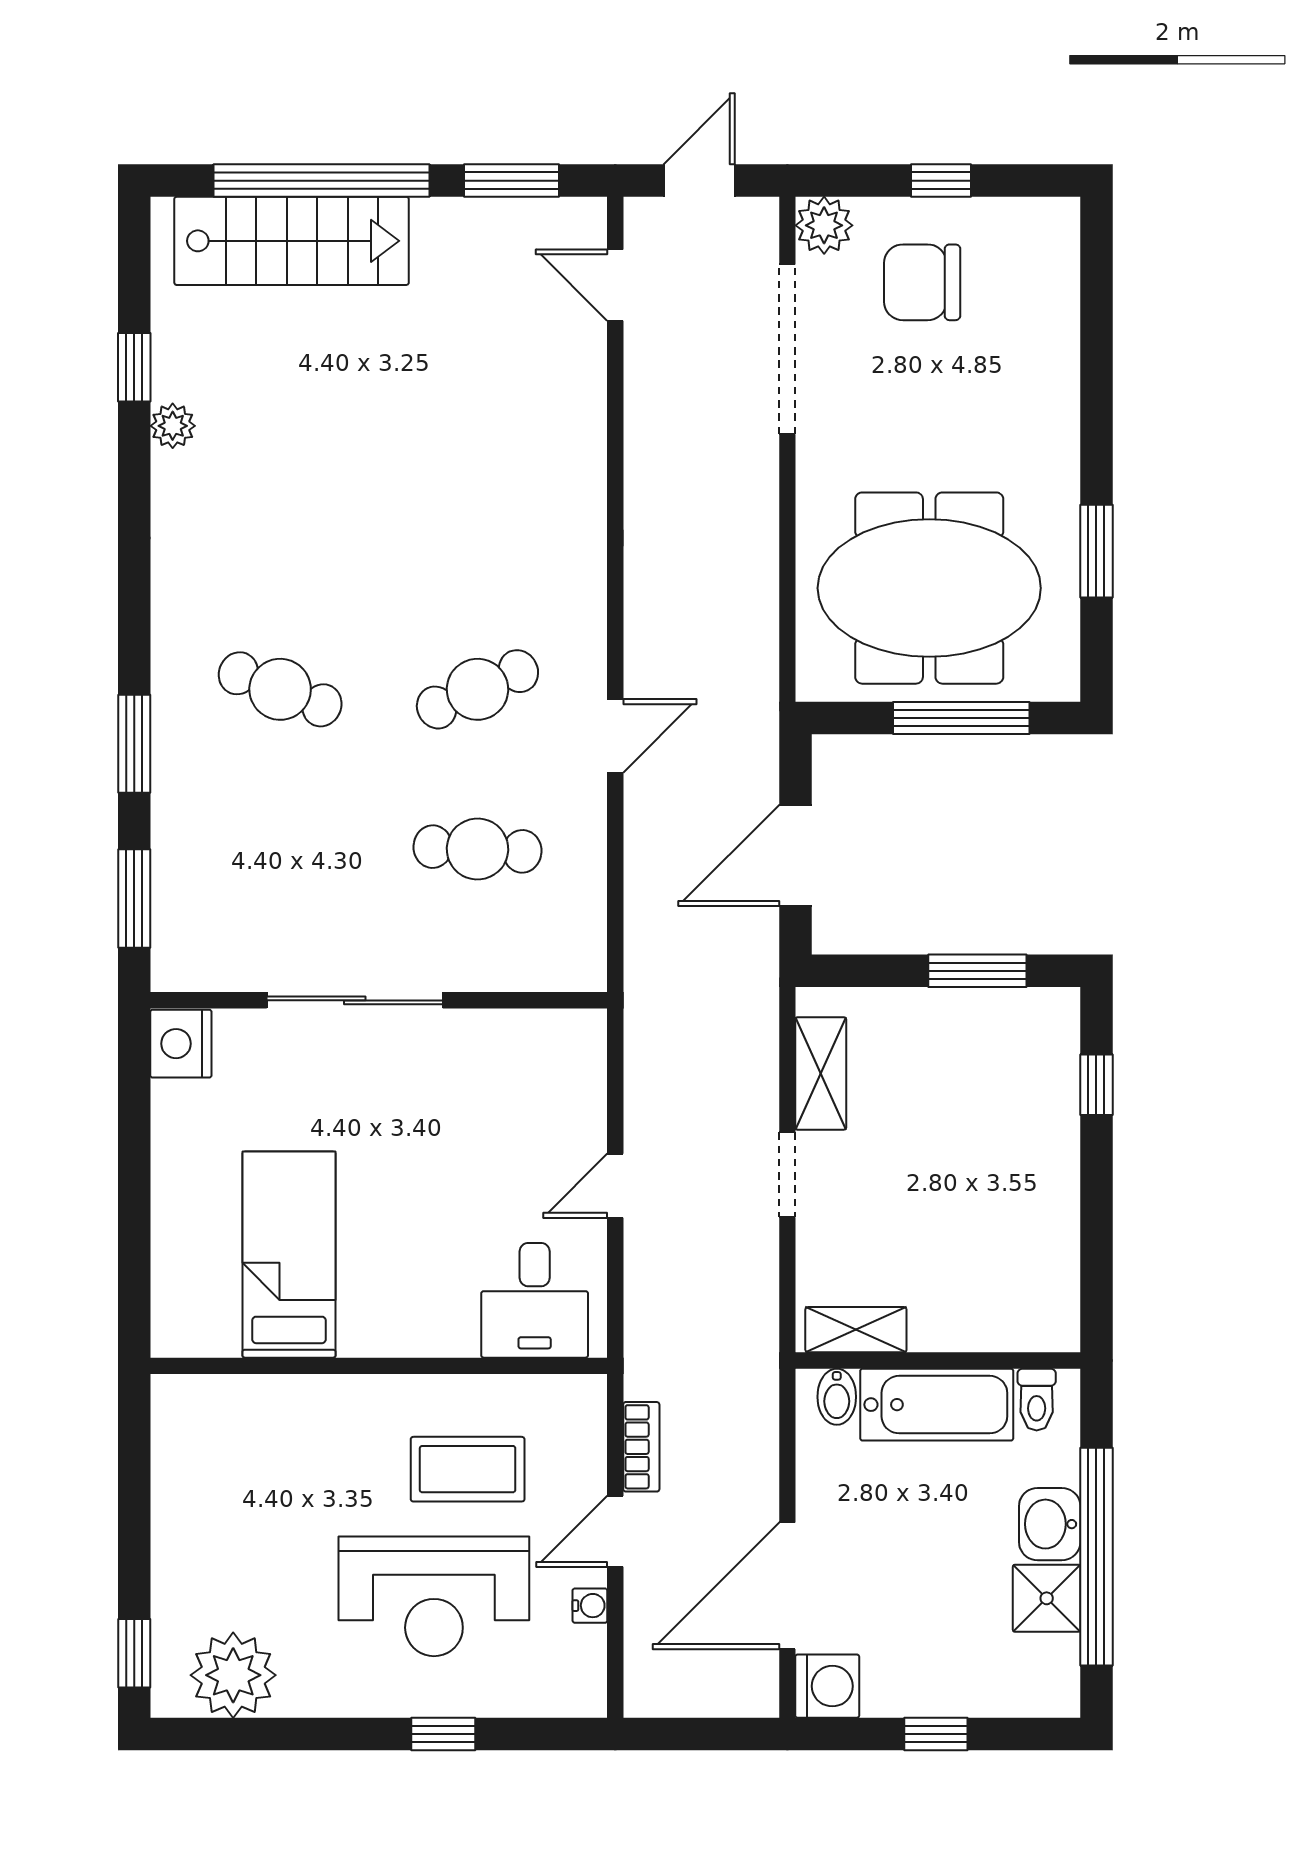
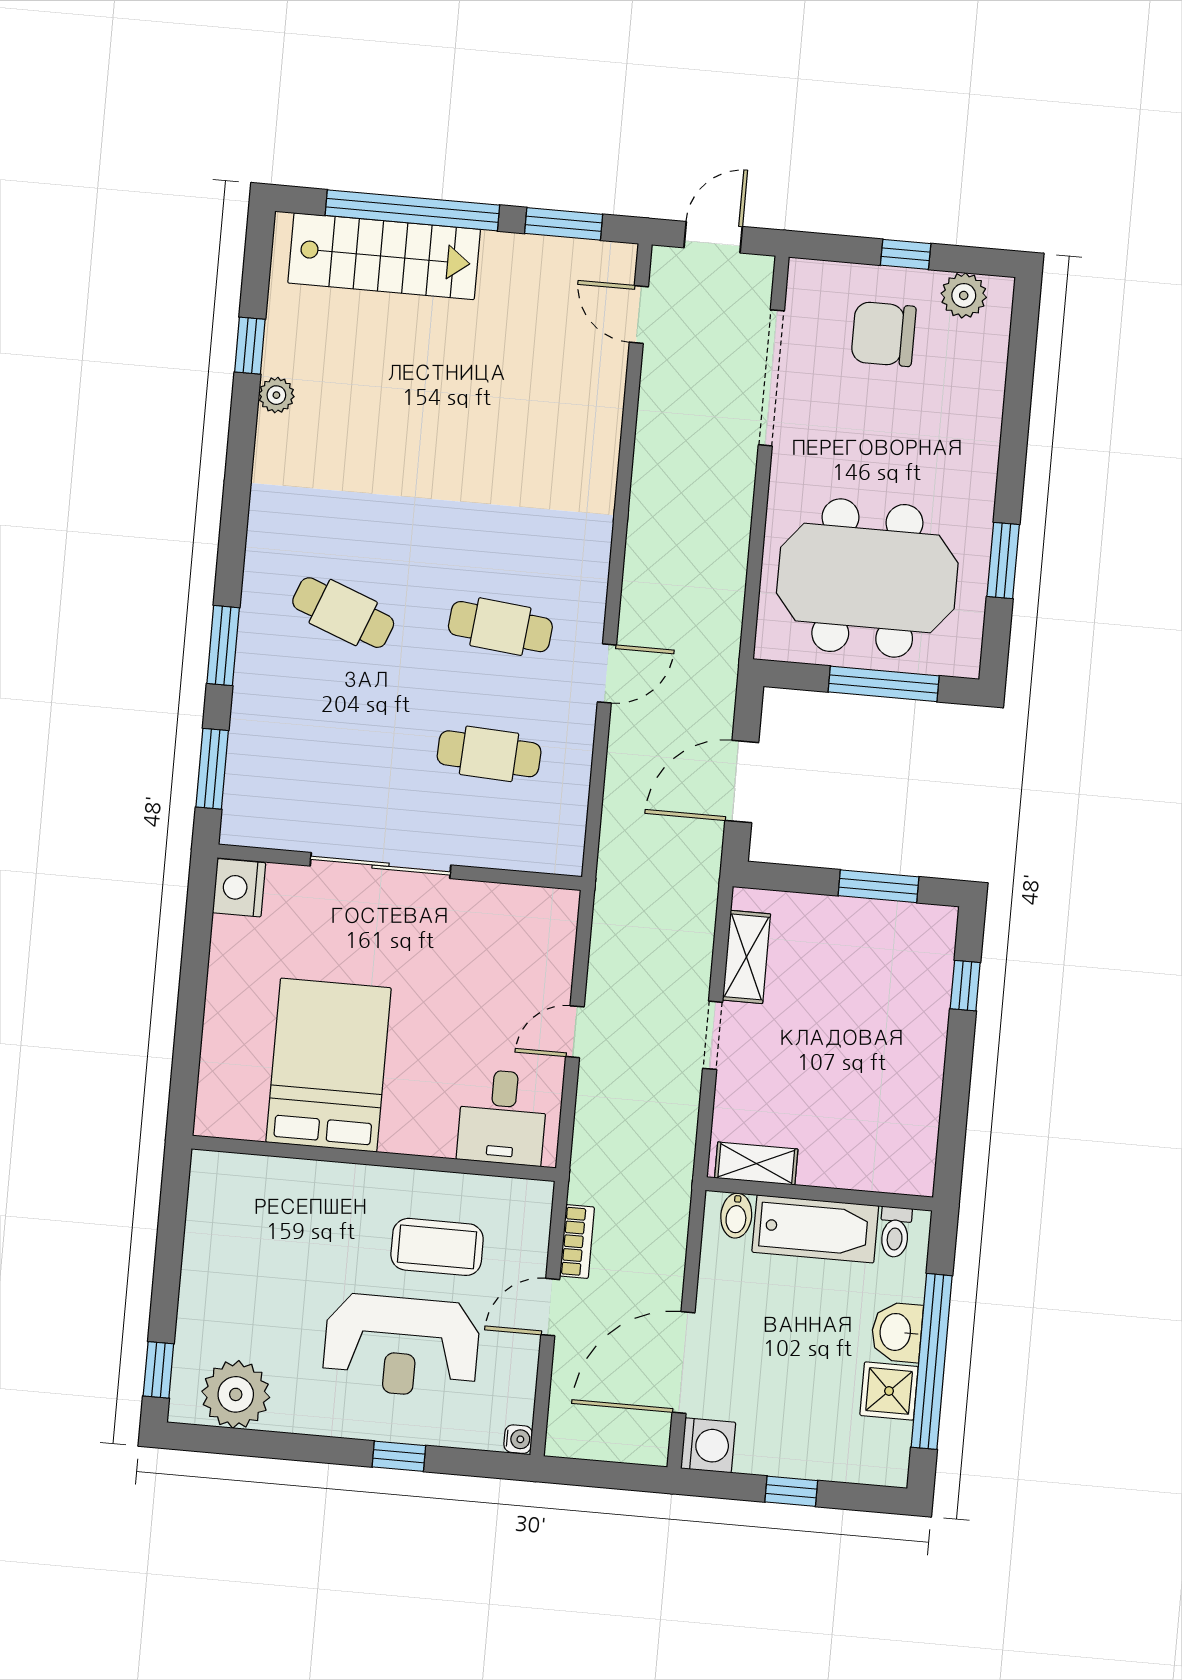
plant: (824, 225) -> (964, 295), moved
cafe table: (477, 689) -> (500, 627), turned 30
bed: (289, 1255) -> (329, 1065), width x1.50
water cooler: (590, 1606) -> (518, 1439), moved

